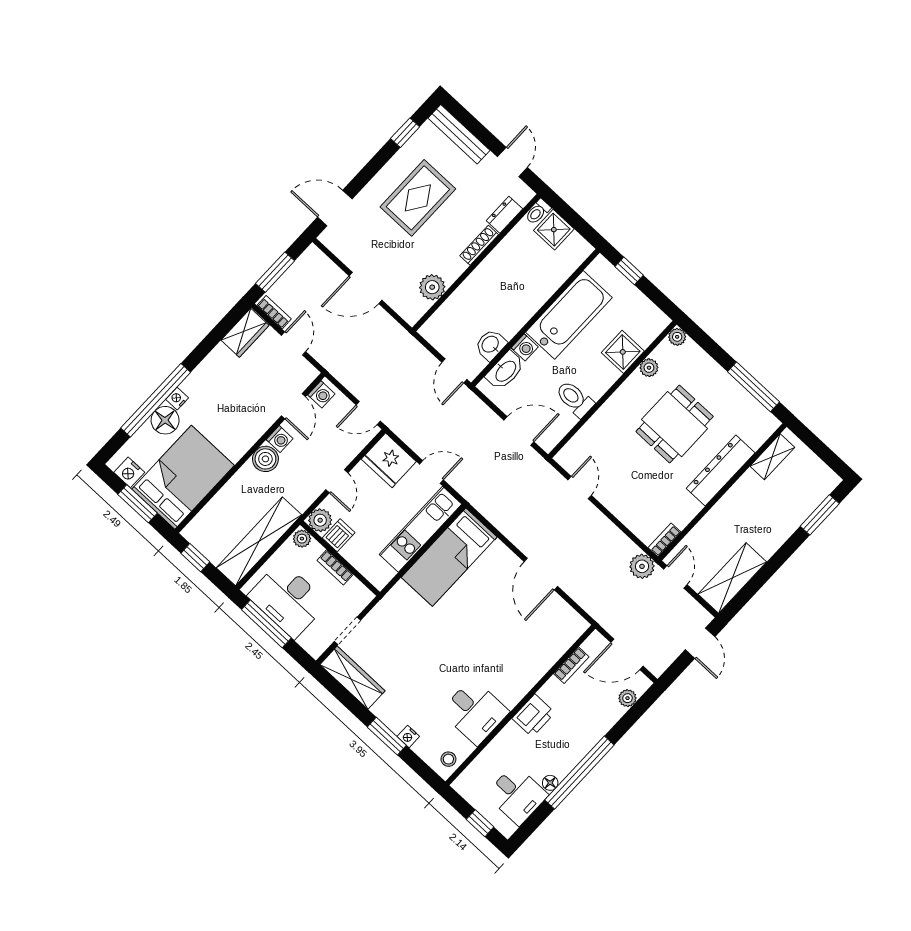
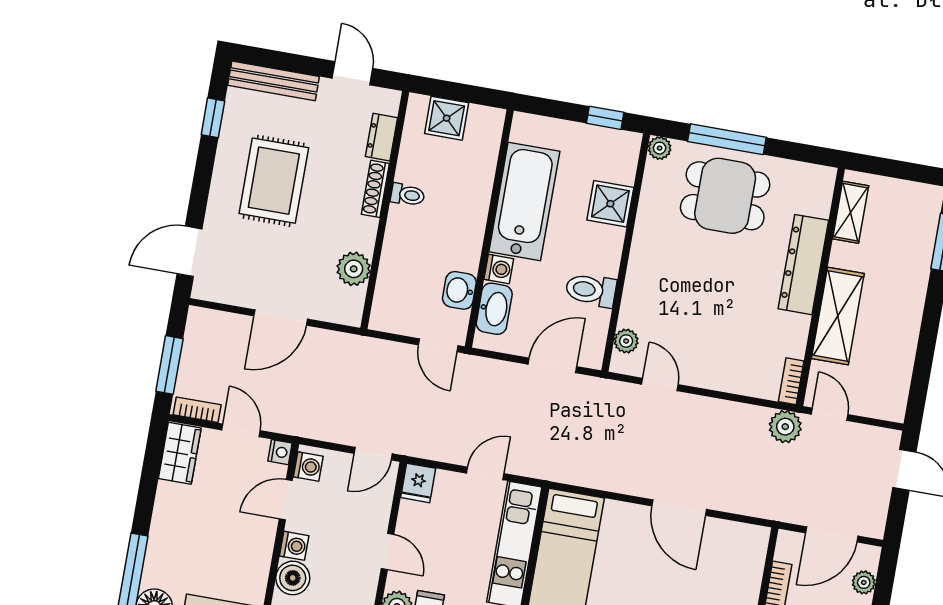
toilet: (538, 212) -> (408, 195), moved, turned -90
window: (629, 271) -> (605, 118), moved
plant: (649, 368) -> (626, 341), moved
window: (753, 387) -> (727, 139), moved
nightstand: (177, 399) -> (280, 452), moved, turned 180
door: (293, 406) -> (286, 500), swing flipped
dining table: (675, 424) -> (725, 196), moved, turned 90
fridge: (389, 460) -> (418, 483), width x0.53, depth x0.75
shelving: (732, 578) -> (838, 316), moved

